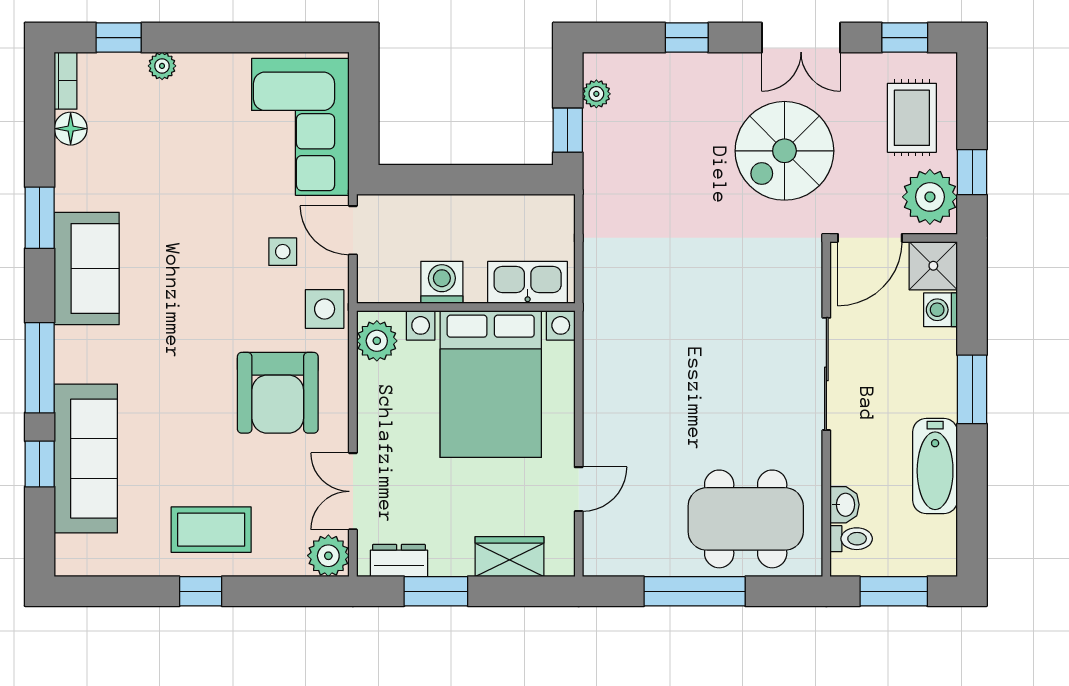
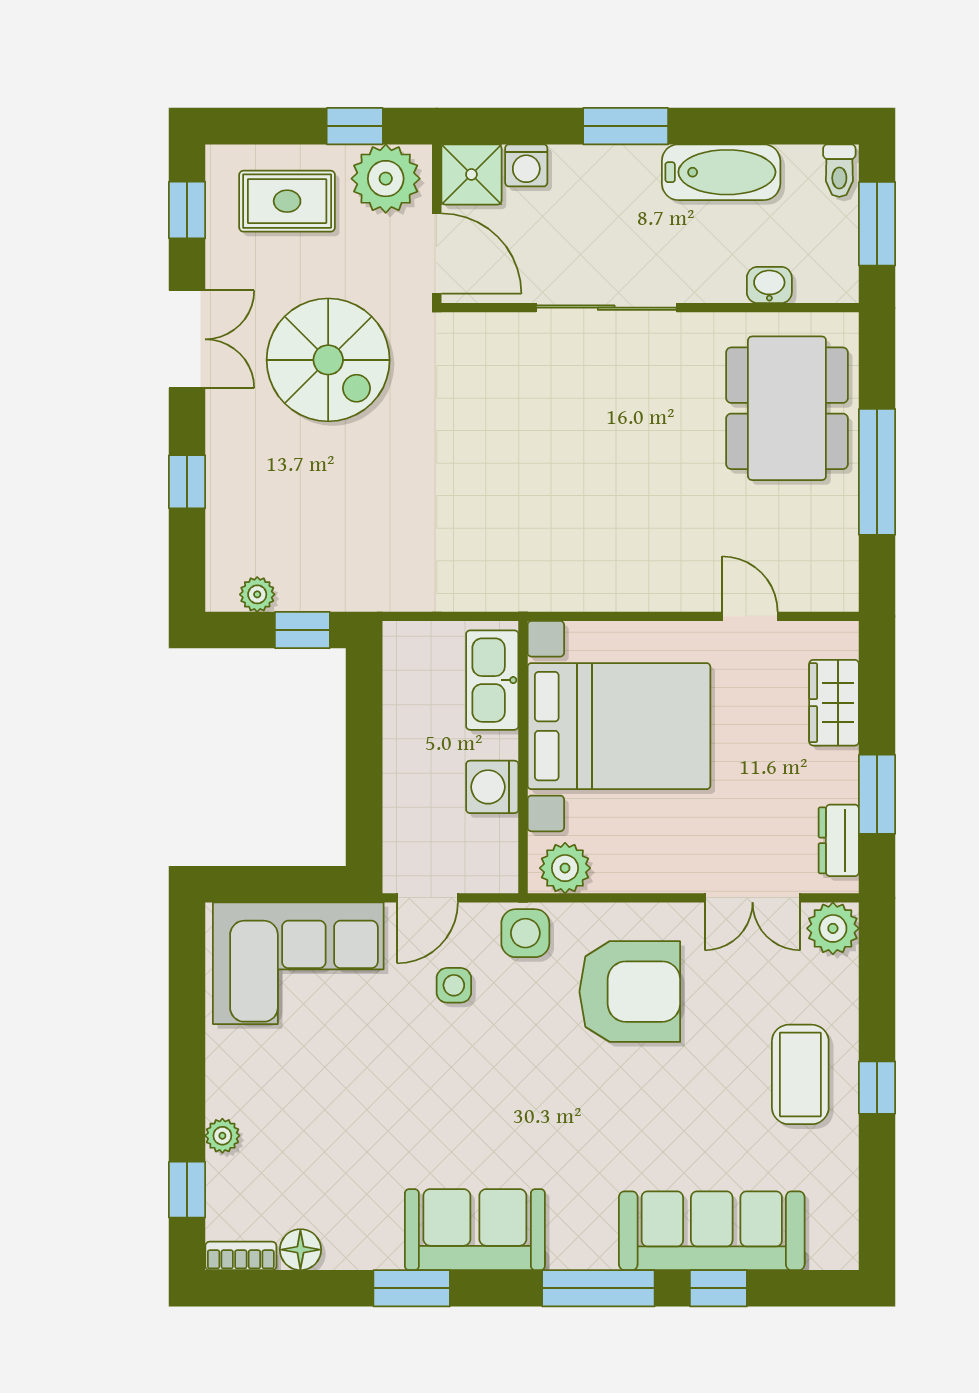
toilet: (851, 539) -> (839, 171), moved, turned 180

